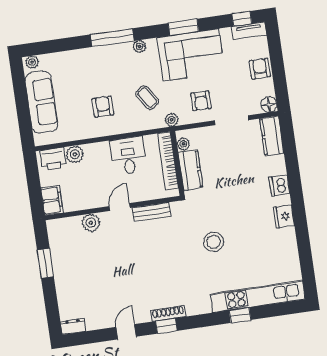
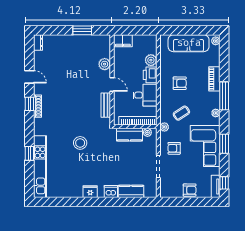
piano: (89, 56) -> (214, 79), added
floor lamp: (269, 104) -> (165, 192), removed
kitchen counter: (272, 136) -> (131, 191), moved
printer: (53, 159) -> (150, 75), moved

